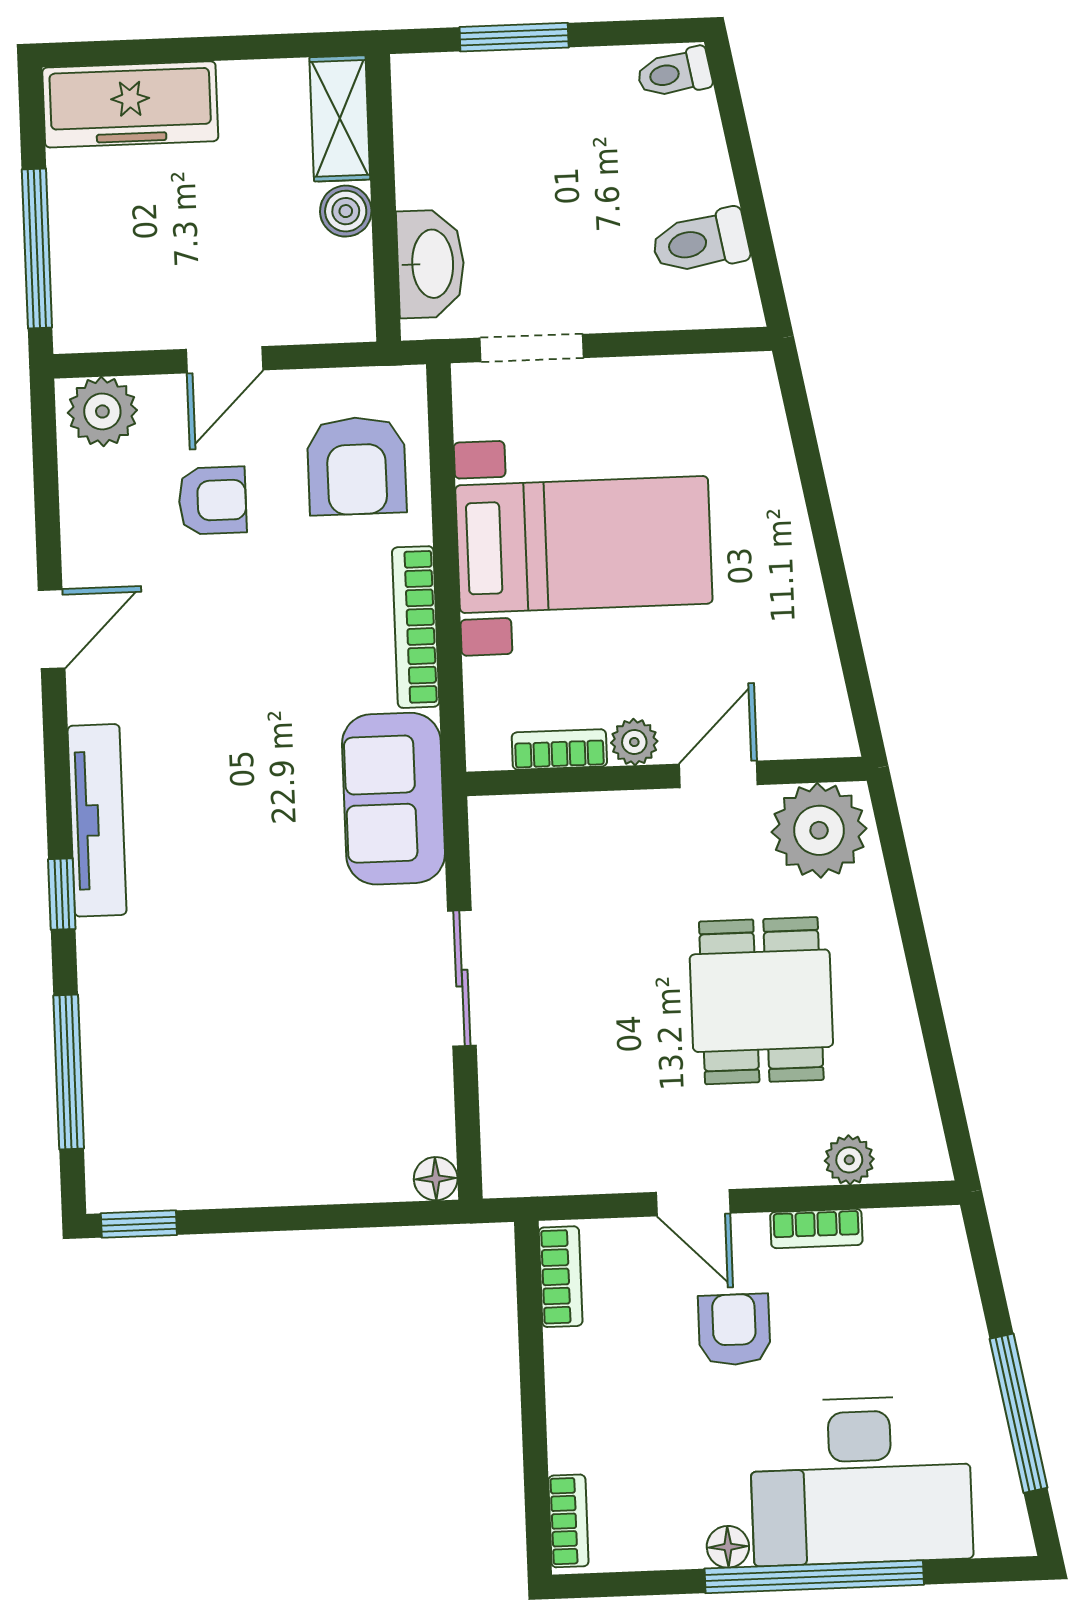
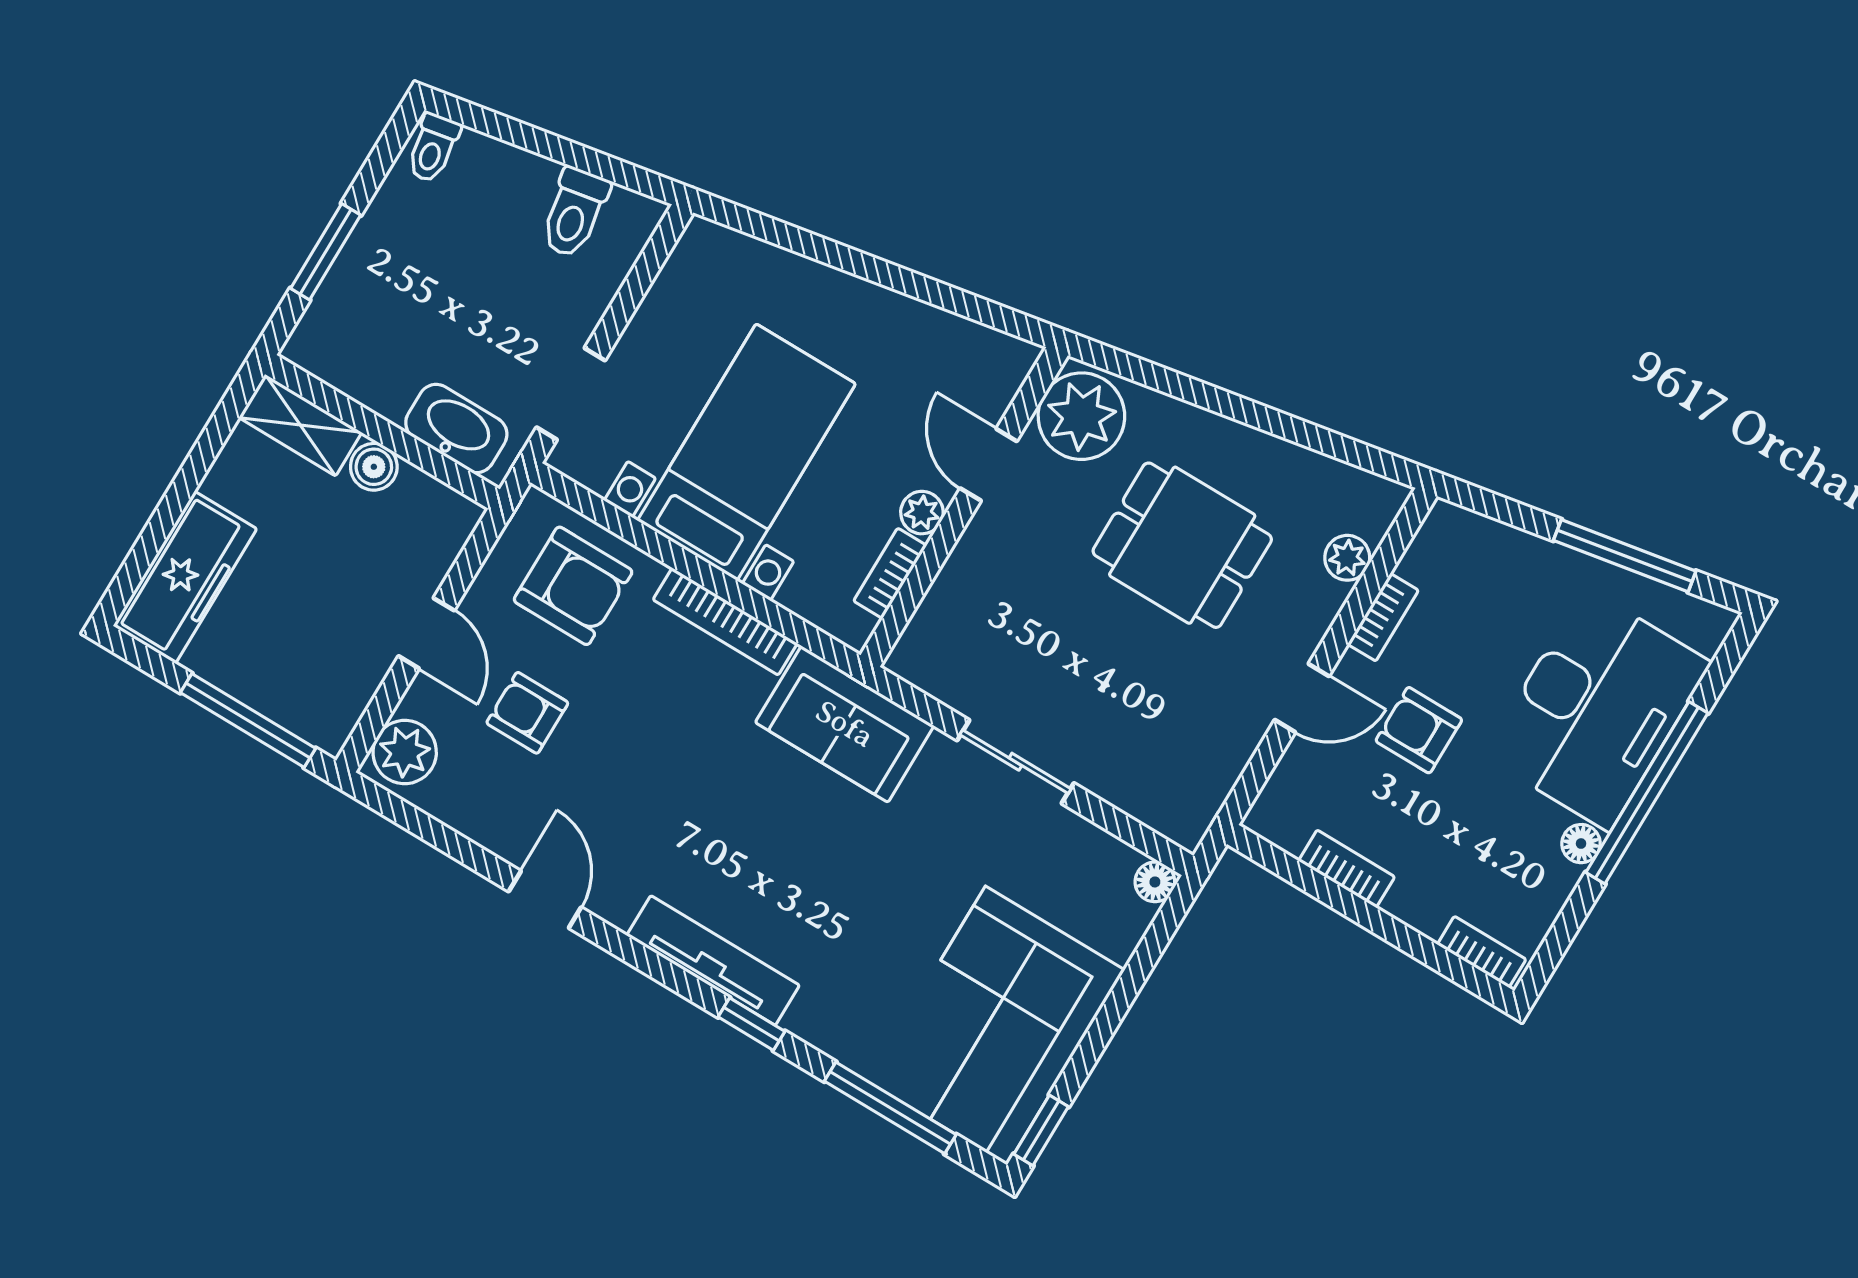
armchair: (212, 500) -> (527, 713), turned -90
corner sofa: (208, 1120) -> (996, 1026), added
bookcase: (561, 1277) -> (1347, 869), moved

